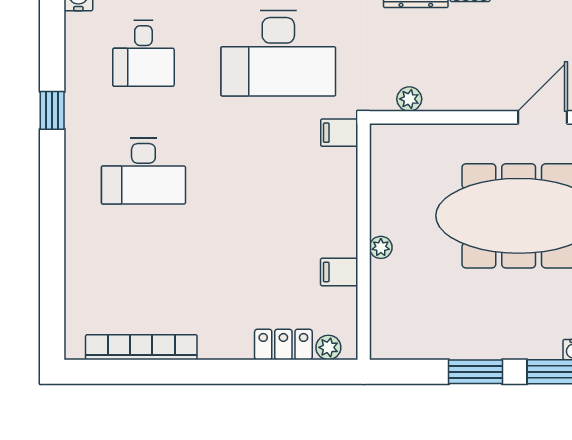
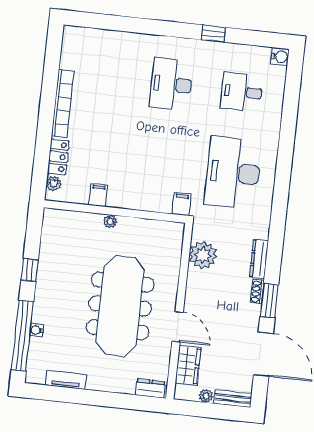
plant: (409, 99) -> (203, 255), width x1.88, depth x1.88
bookcase: (141, 347) -> (63, 104), moved
window: (476, 372) -> (30, 270), width x0.67

